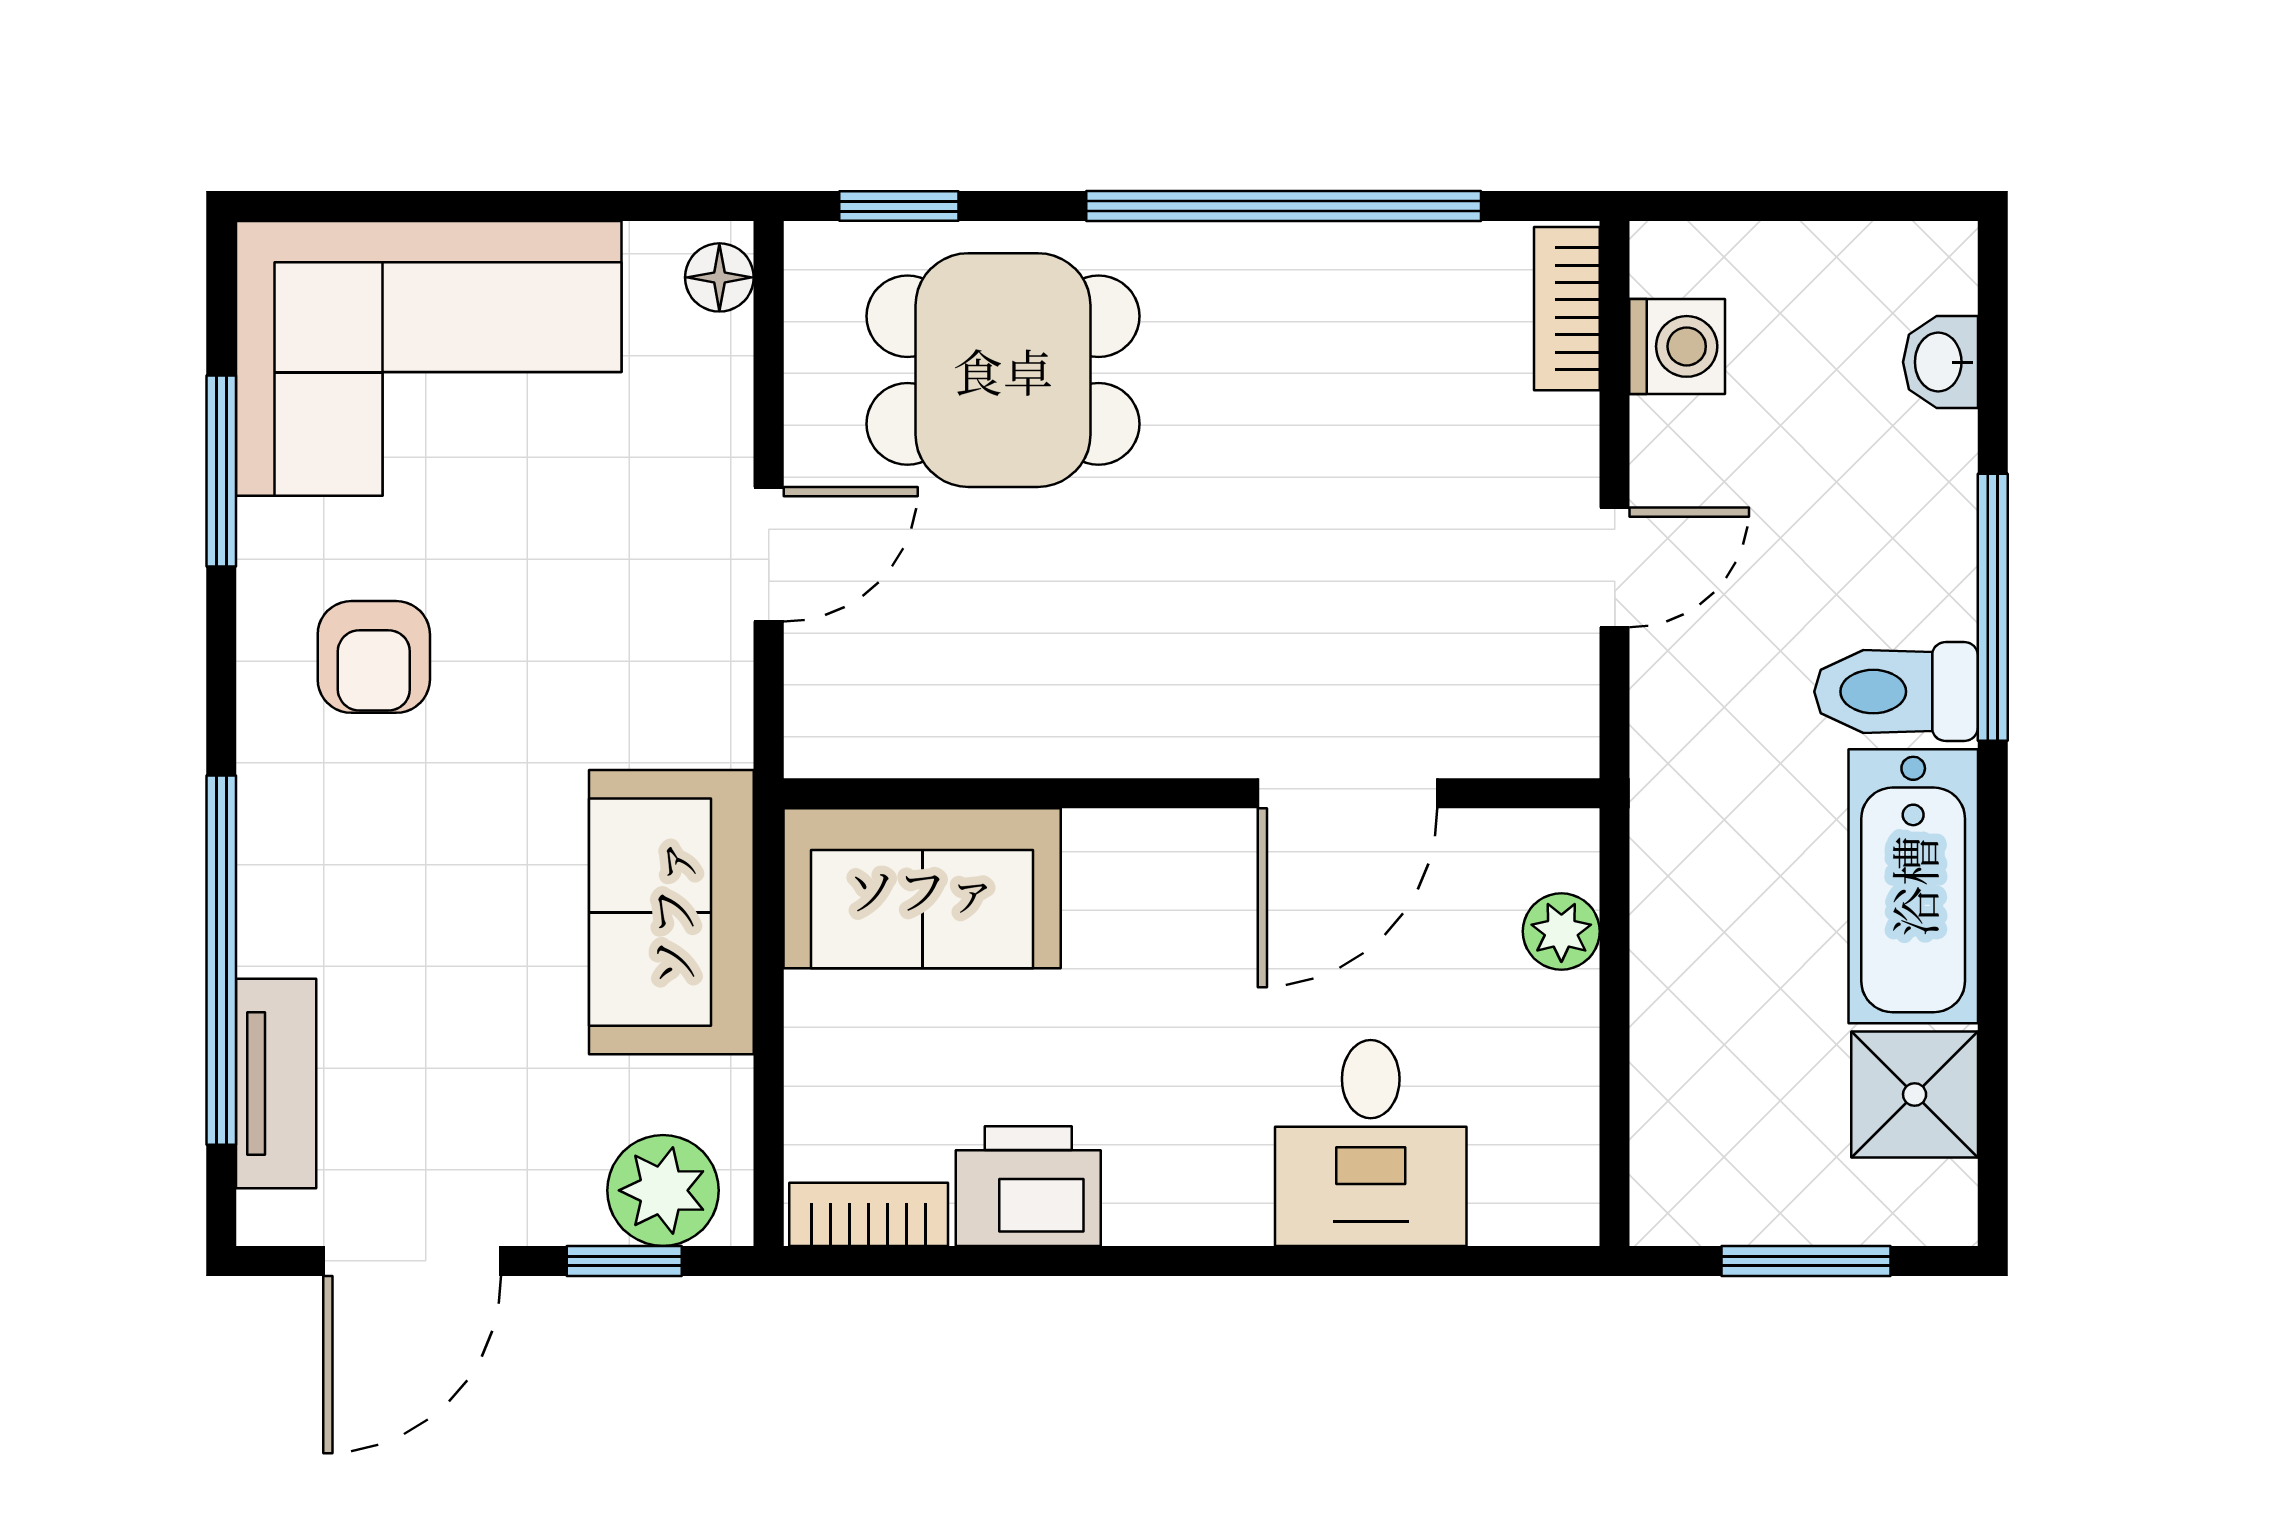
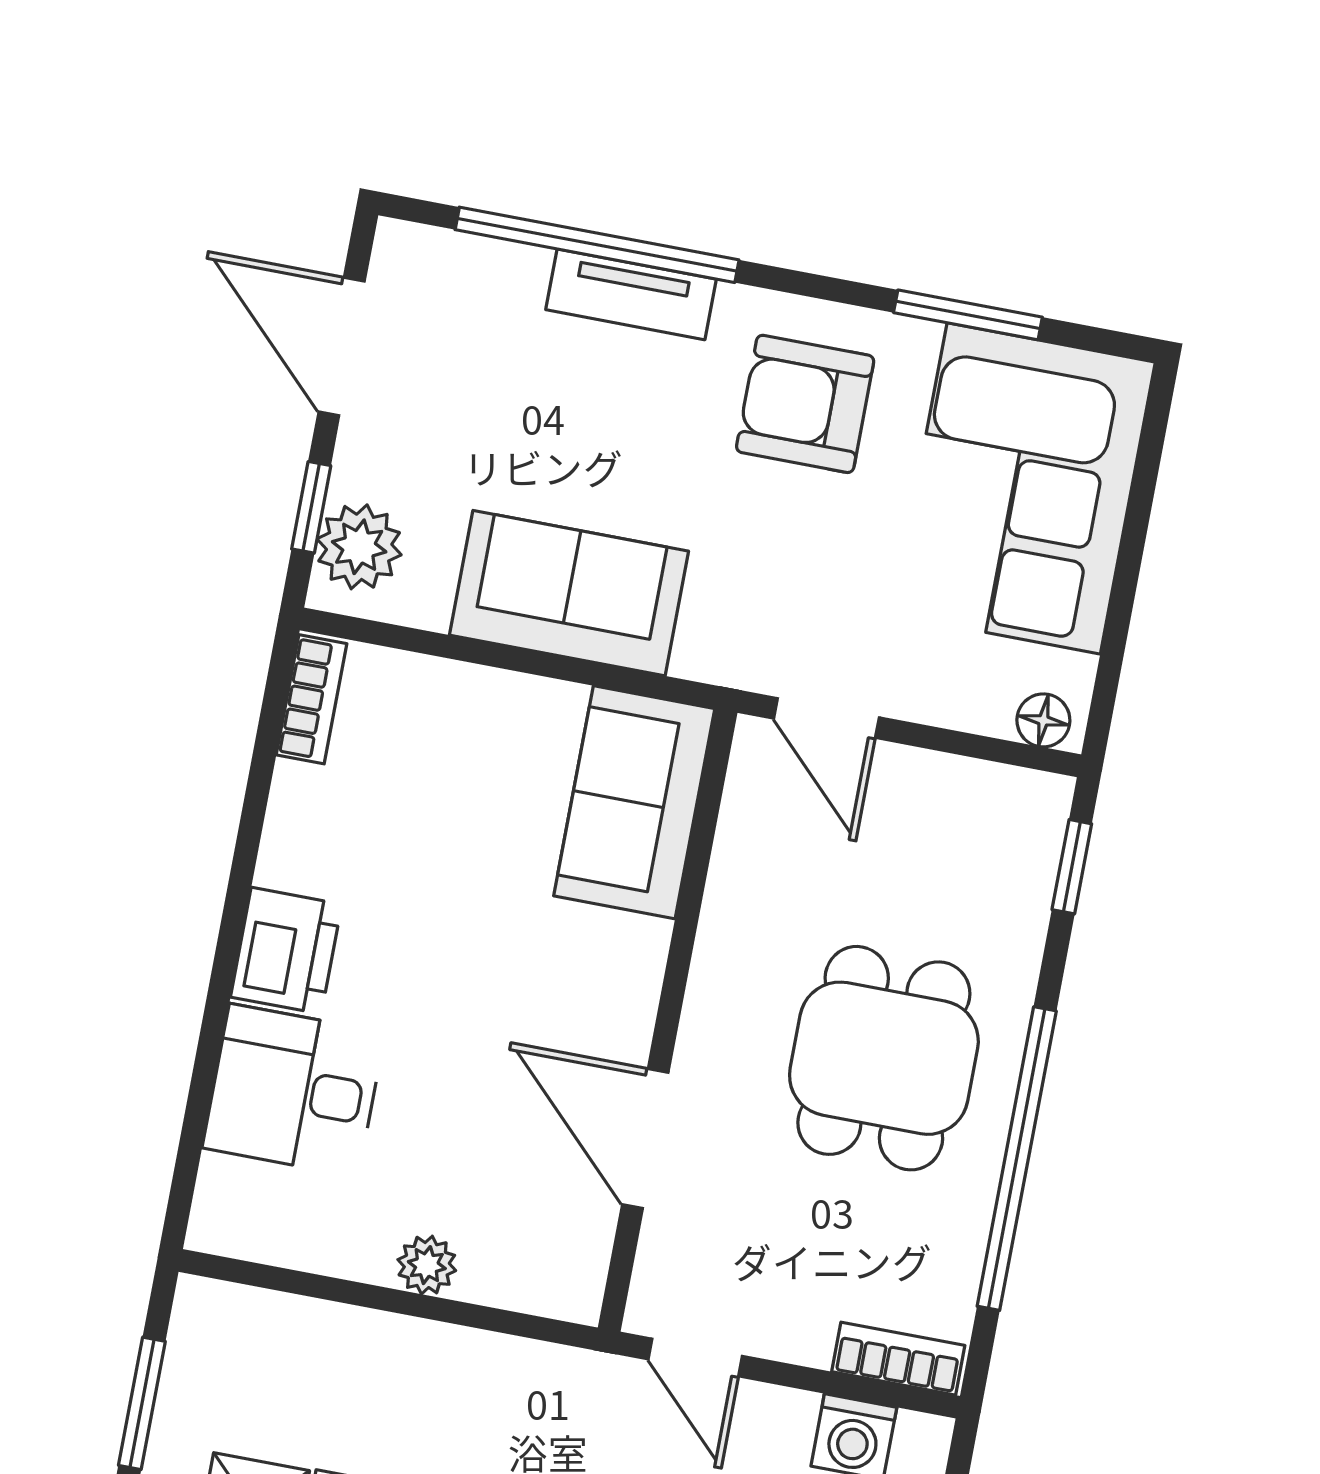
dining table: (1003, 370) -> (884, 1058), moved
armchair: (374, 657) -> (805, 404), width x1.38, depth x1.38
wall: (1192, 793) -> (668, 1020), moved
door: (1348, 793) -> (645, 1138), moved
sofa: (922, 888) -> (634, 802), moved
tv unit: (276, 1083) -> (631, 294), moved
printer: (1028, 1186) -> (286, 951), moved

